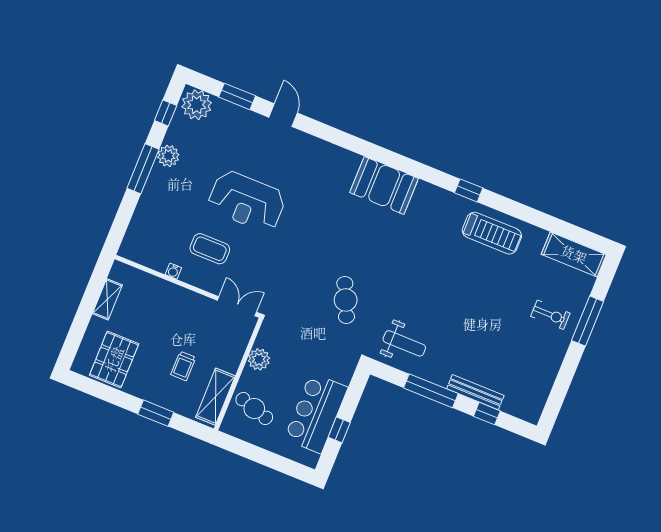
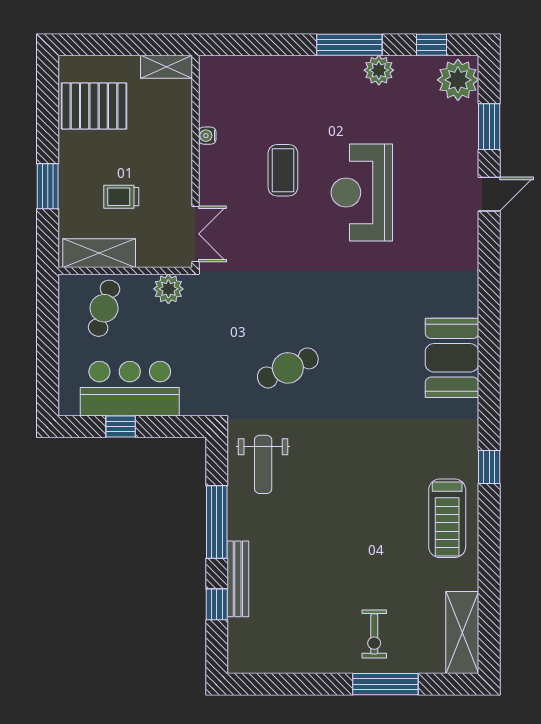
water cooler: (173, 271) -> (207, 136), moved
wall: (188, 286) -> (195, 161), moved
double door: (237, 306) -> (195, 234), moved

